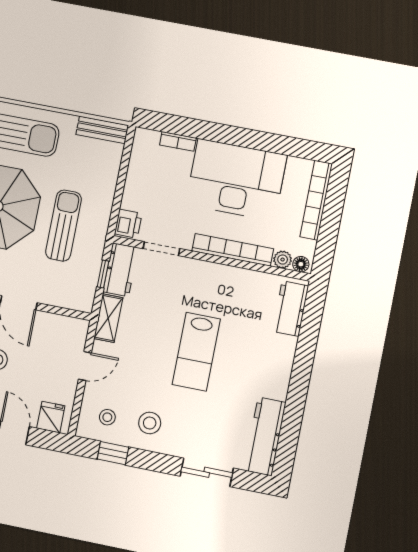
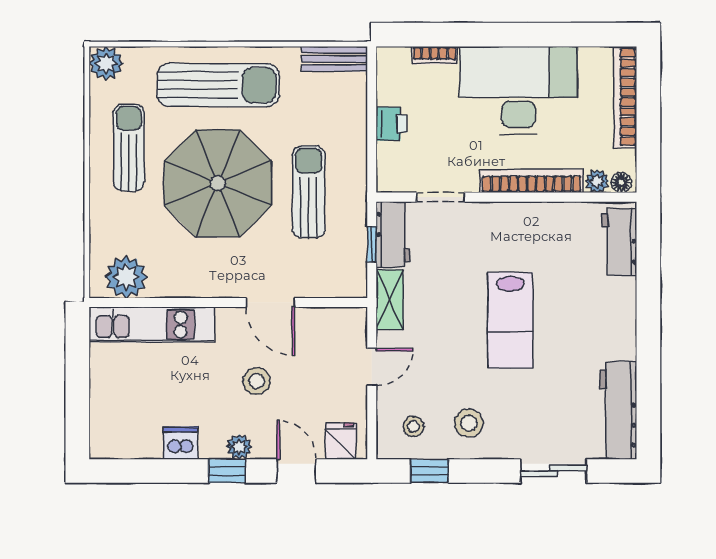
printer: (128, 224) -> (391, 124), moved

